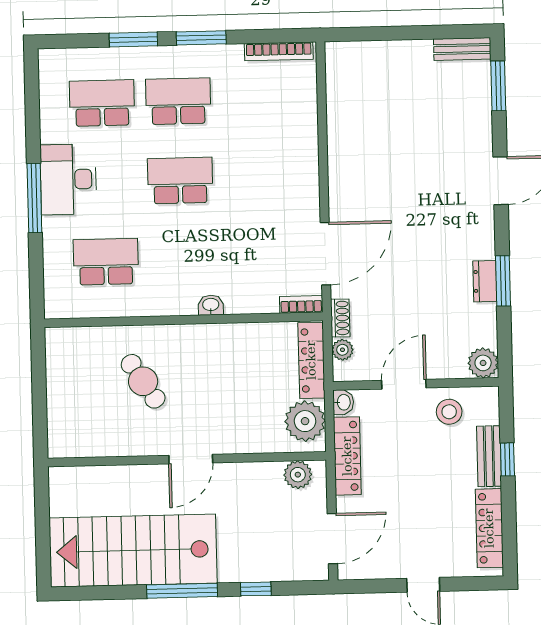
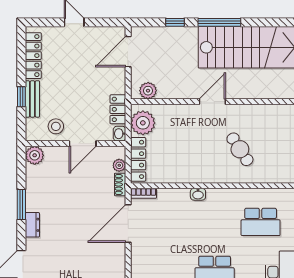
dresser: (485, 281) -> (32, 225), moved
locker: (347, 456) -> (118, 109), width x0.66

